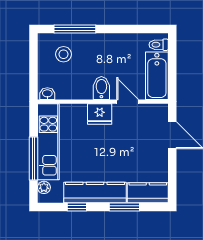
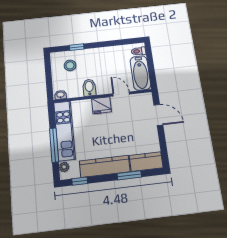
window: (75, 29) -> (77, 47), width x0.46
bidet: (101, 88) -> (89, 88), moved
window: (77, 207) -> (80, 181), moved

